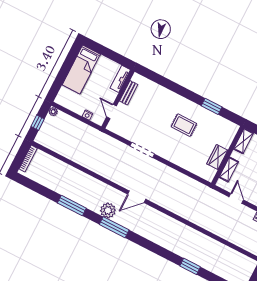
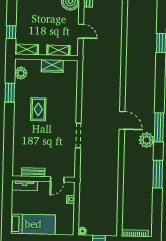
plant: (225, 125) -> (21, 73), added
door: (236, 198) -> (81, 31), swing flipped

